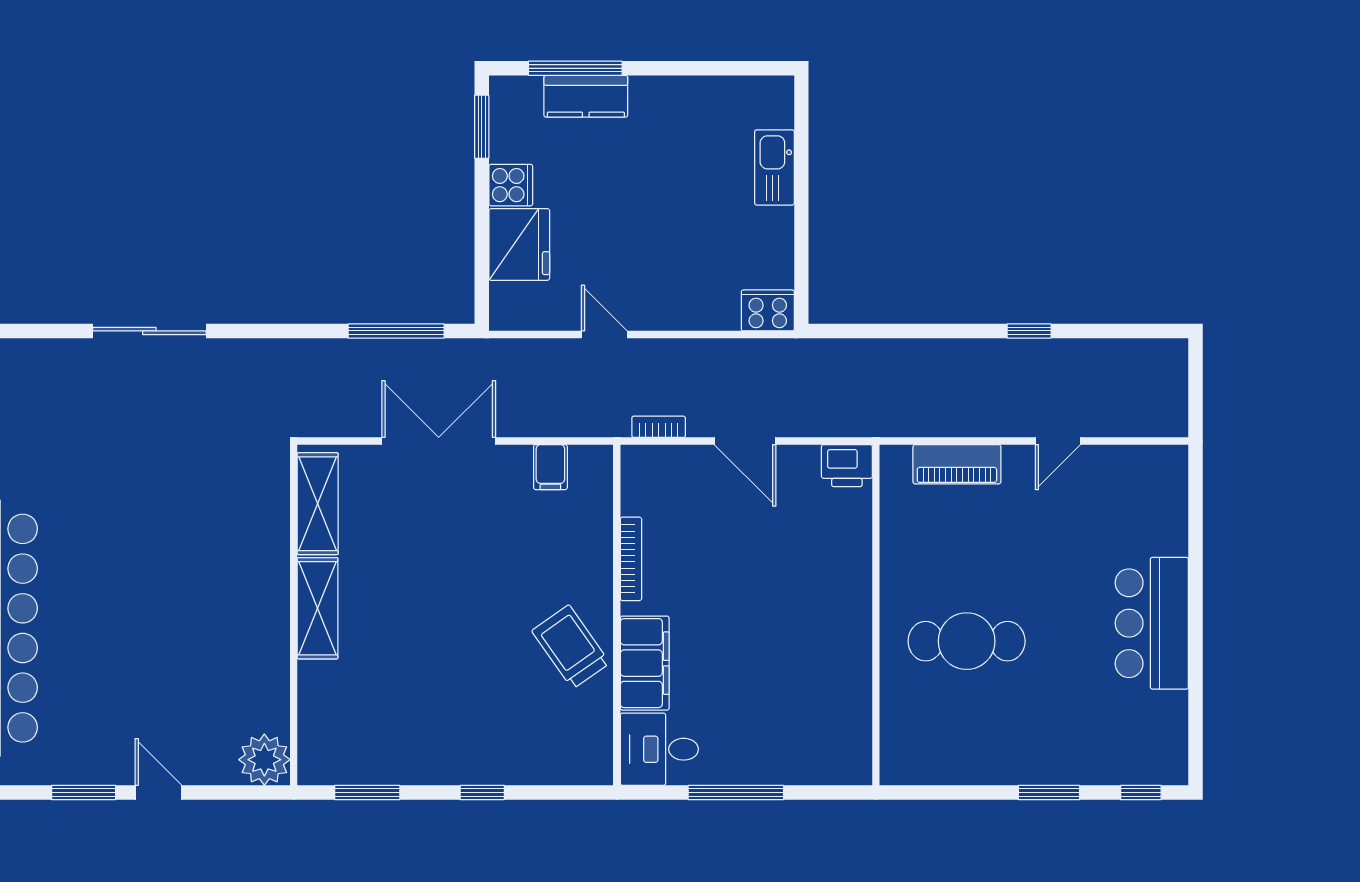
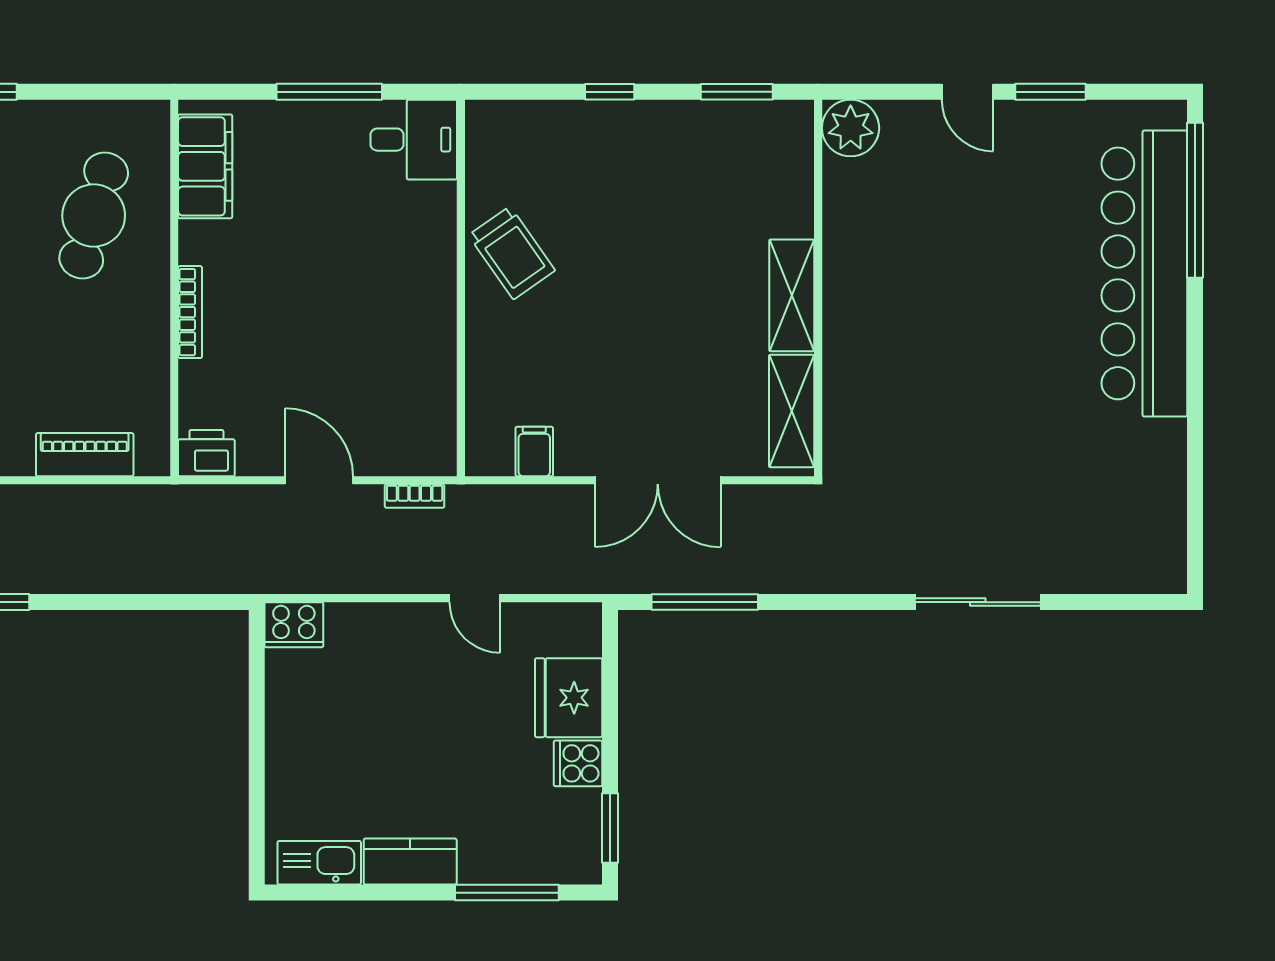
kitchen counter: (586, 96) -> (410, 862), moved
kitchen sink: (774, 167) -> (319, 863), moved, turned -90
bookcase: (631, 559) -> (190, 312), moved, turned 180
cafe table: (967, 641) -> (94, 215), moved, turned -74
filing cabinet: (645, 663) -> (205, 166), moved, turned 180

